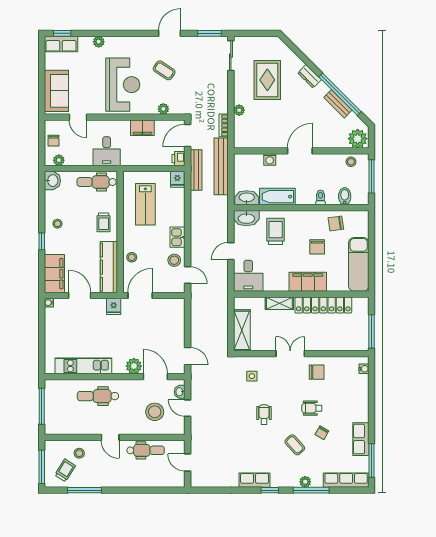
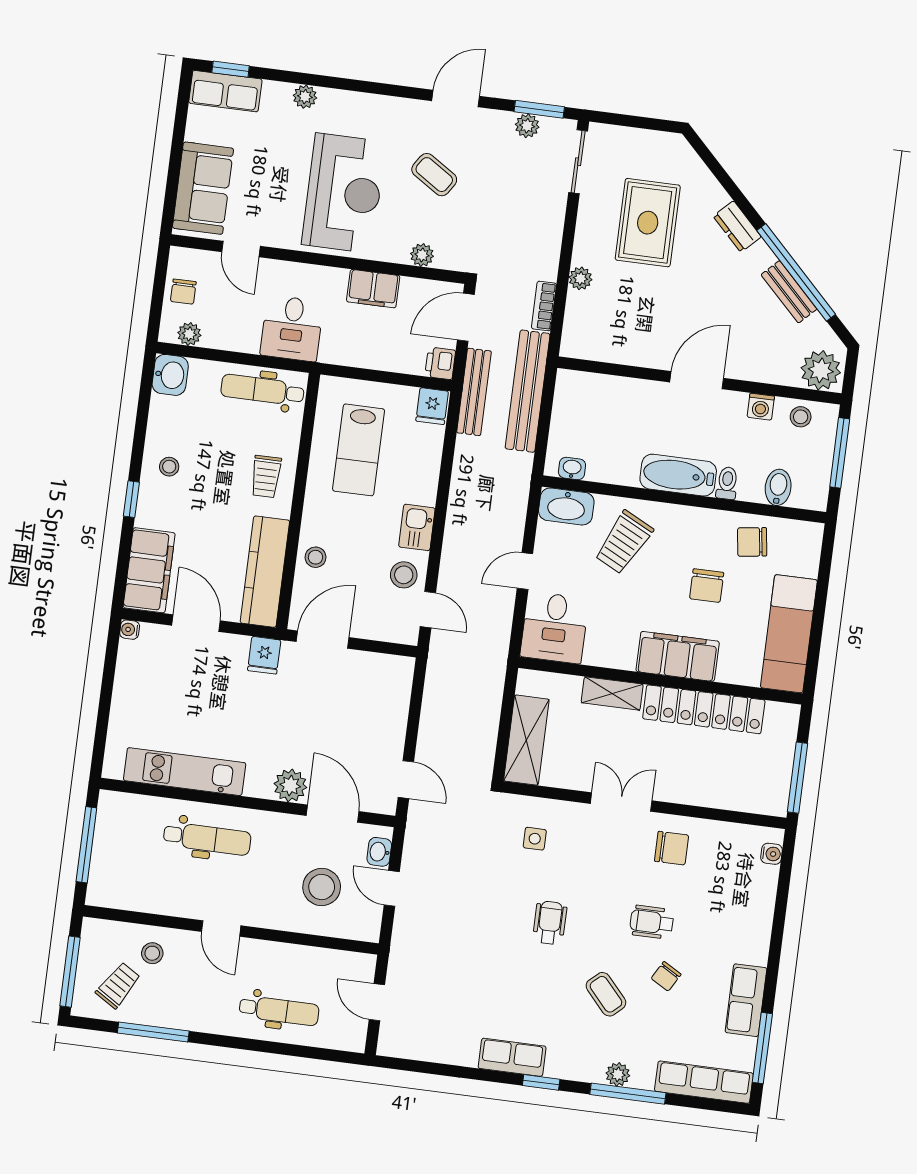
plant: (205, 42) -> (527, 126), added
washing machine: (270, 159) -> (761, 407), moved
bathtub: (277, 197) -> (678, 475), moved
washbasin: (247, 198) -> (572, 468), width x0.52, depth x0.69
trolley: (276, 231) -> (624, 542), turned -153
dental chair: (98, 396) -> (207, 839), turned 180
dental chair: (146, 450) -> (279, 1011), moved

